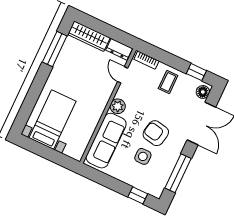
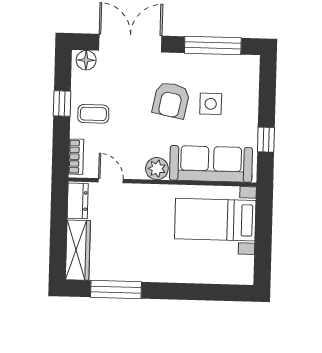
window: (196, 72) -> (62, 104), moved
door: (123, 75) -> (111, 181), swing flipped
bed with nightstands: (53, 120) -> (215, 220), moved
window: (138, 195) -> (266, 140), moved

